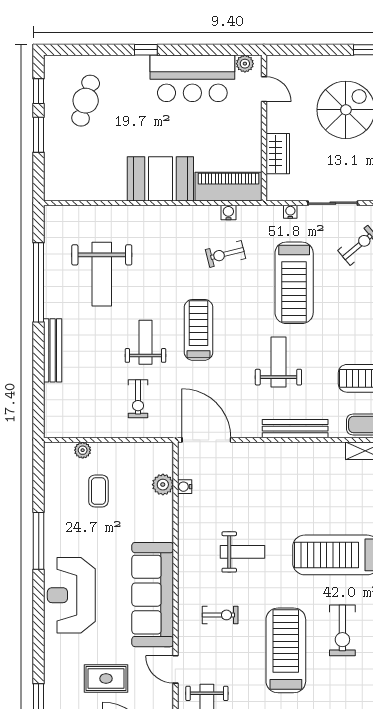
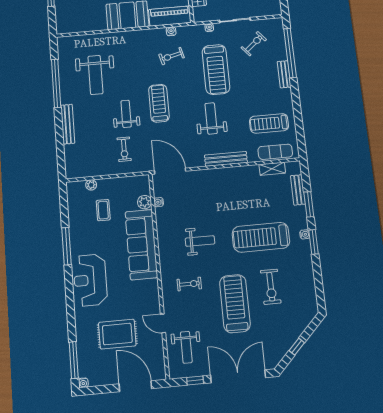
sofa: (153, 595) -> (141, 245), moved
rug: (106, 679) -> (117, 334), width x1.36, depth x1.43

